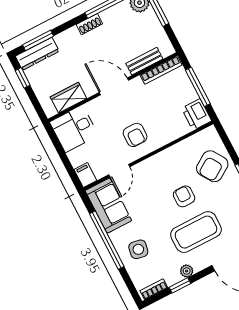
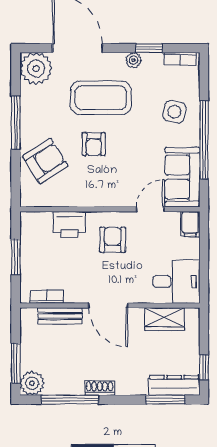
bookcase: (161, 70) -> (47, 297), width x0.64
window: (198, 87) -> (16, 257), width x0.69
printer: (197, 114) -> (69, 224), moved, turned 90

